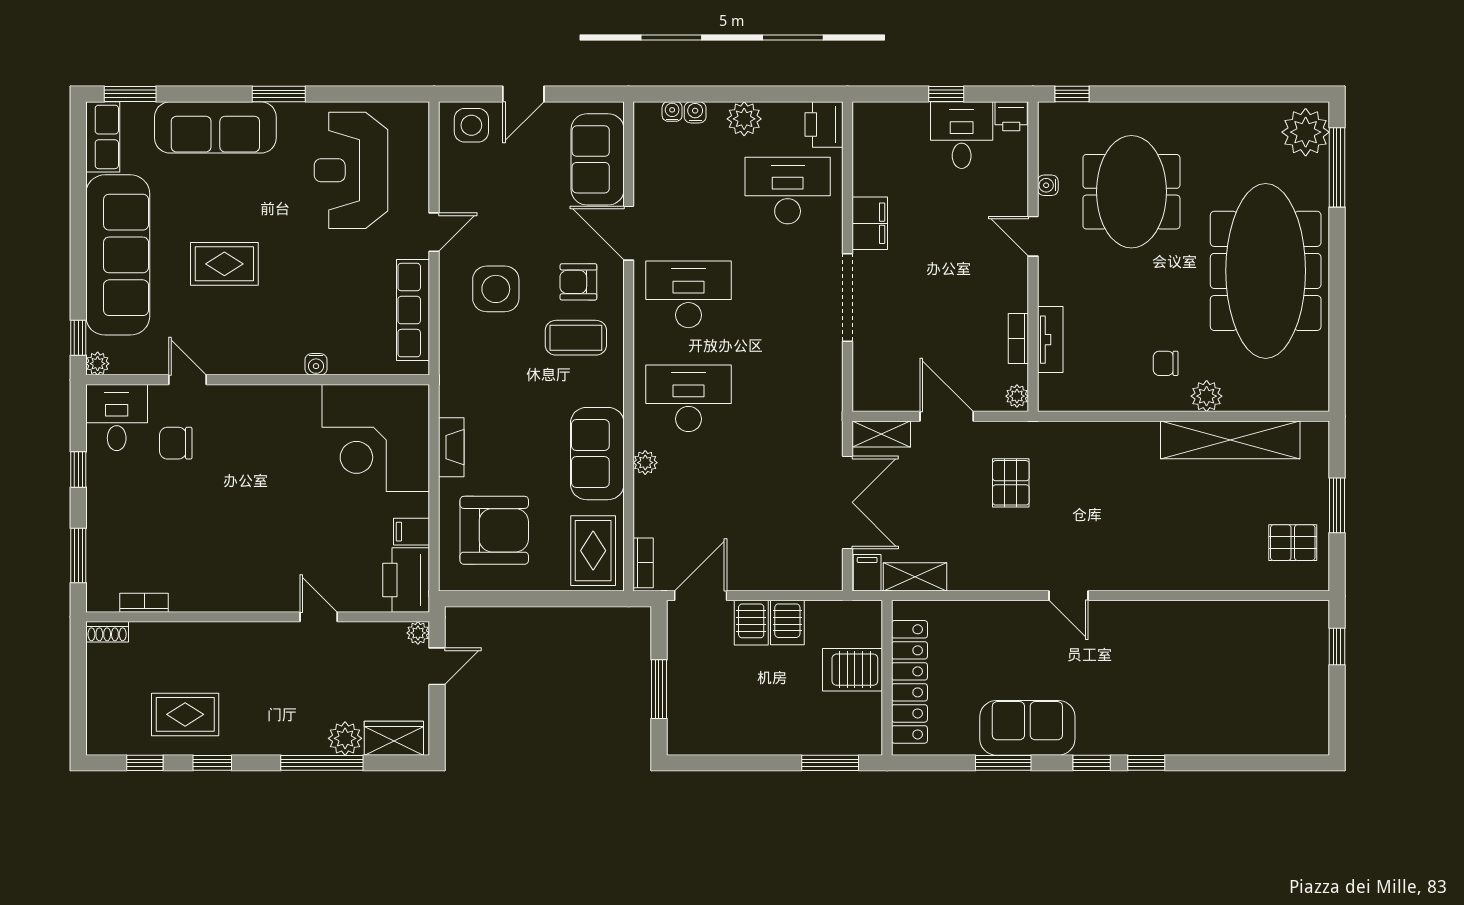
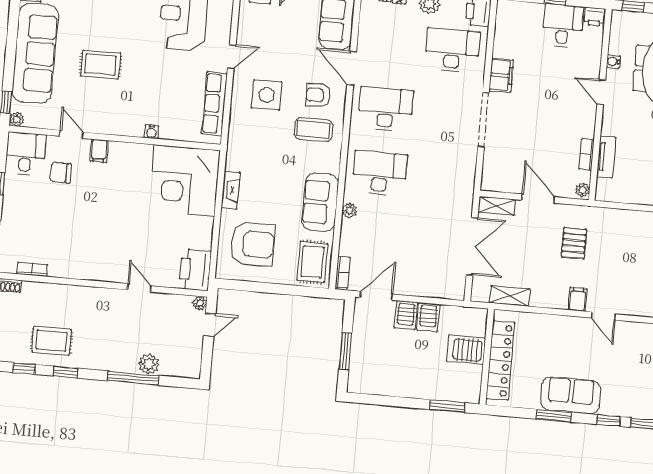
filing cabinet: (411, 532) -> (99, 151), moved, turned -90
filing cabinet: (867, 573) -> (578, 299), moved
wardrobe: (394, 738) -> (179, 367), removed

